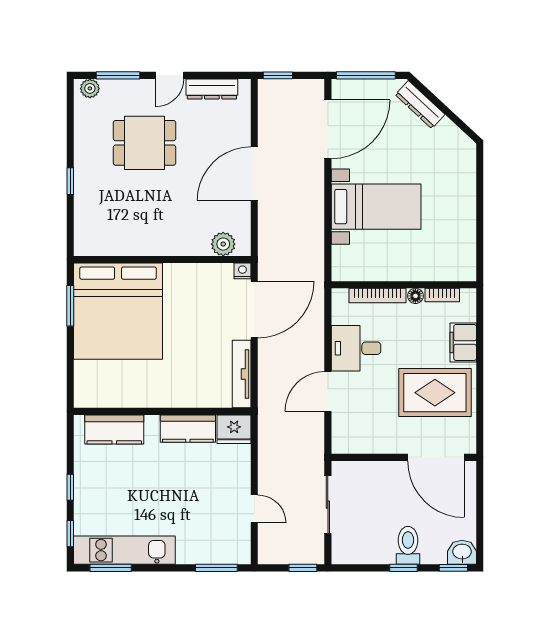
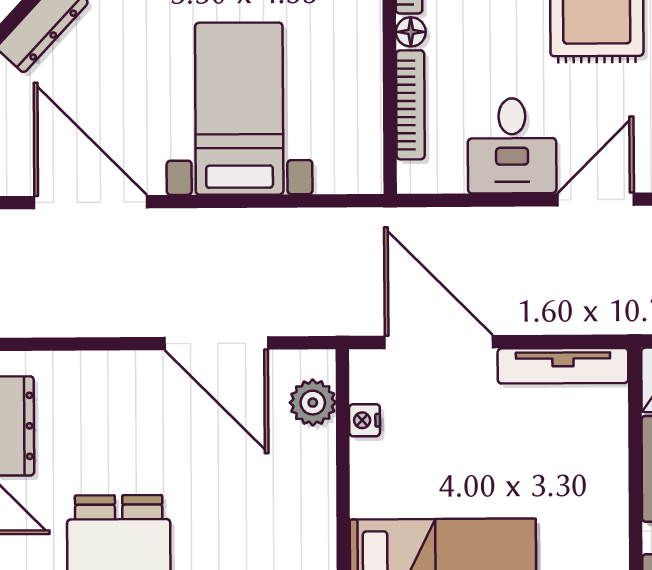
door: (254, 174) -> (216, 343), moved
nightstand: (242, 271) -> (365, 420), moved
door: (328, 392) -> (596, 200), swing flipped

